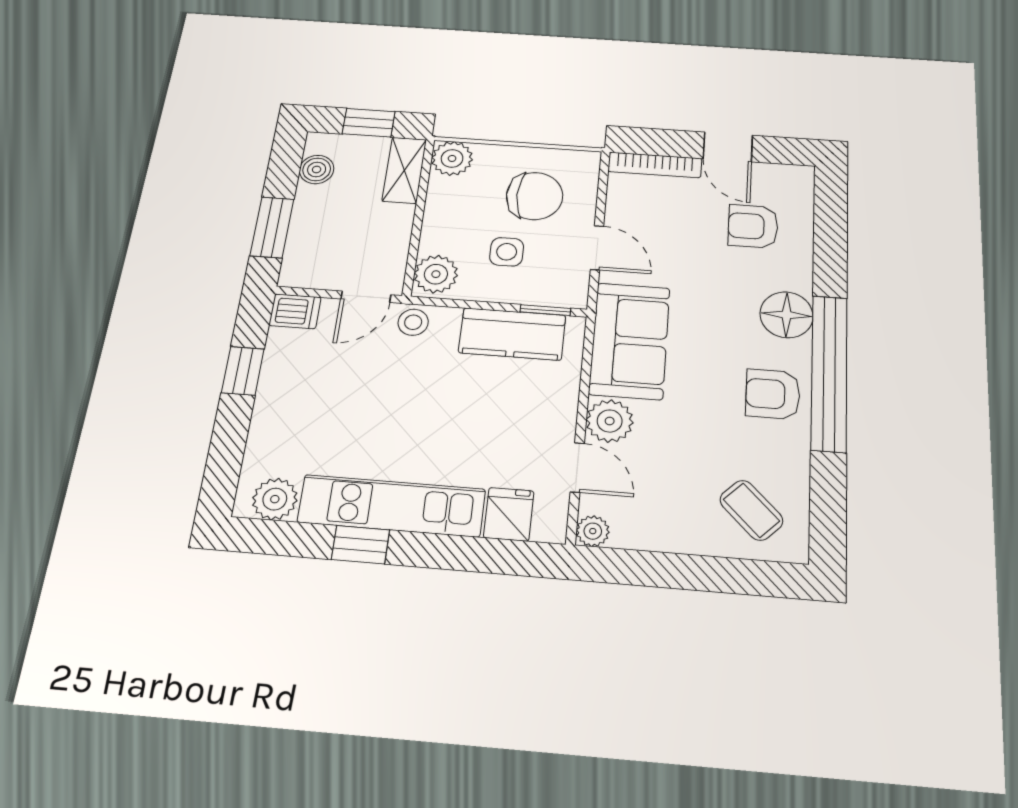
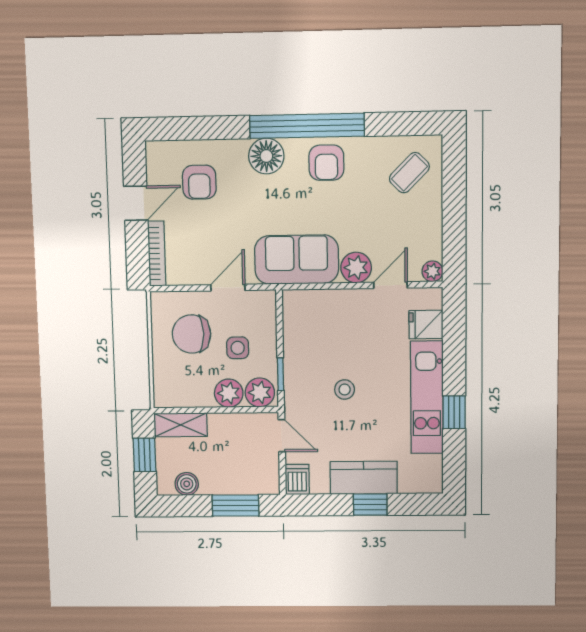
plant: (452, 158) -> (229, 393), moved
chair: (535, 196) -> (191, 334), turned -90
window: (545, 310) -> (281, 374), moved
stool: (413, 322) -> (345, 390), moved
kitchen counter: (512, 334) -> (364, 478), moved, turned -90
window: (243, 371) -> (370, 505), moved
plant: (275, 499) -> (429, 469), removed

